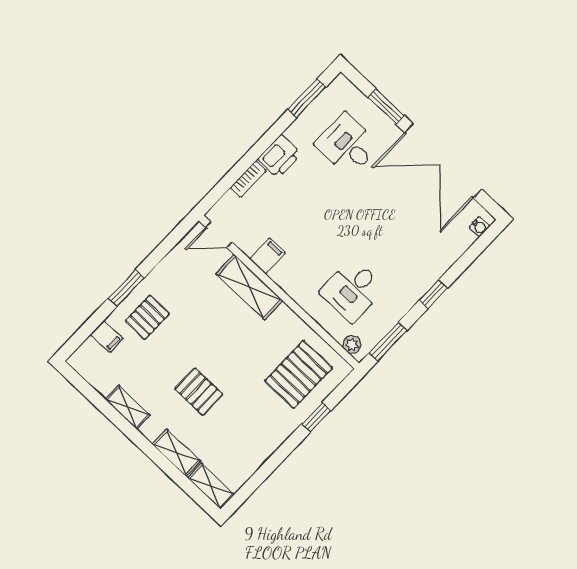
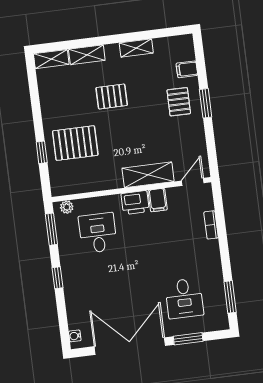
desk: (347, 145) -> (184, 298), turned 90
printer: (279, 156) -> (135, 203), moved, turned -90
pallet: (299, 374) -> (75, 143), moved, turned 90

